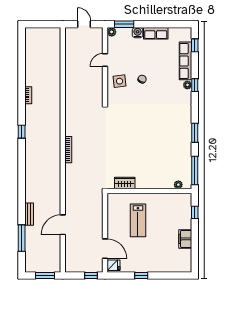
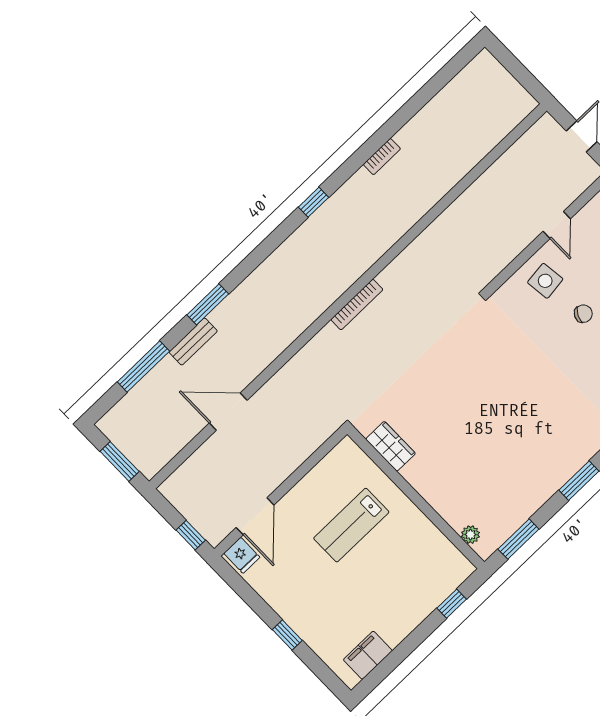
door: (105, 60) -> (557, 225), swing flipped
window: (195, 171) -> (518, 539), width x0.69
window: (22, 198) -> (208, 304), added
filing cabinet: (185, 239) -> (368, 655), moved
window: (141, 275) -> (287, 635), moved

